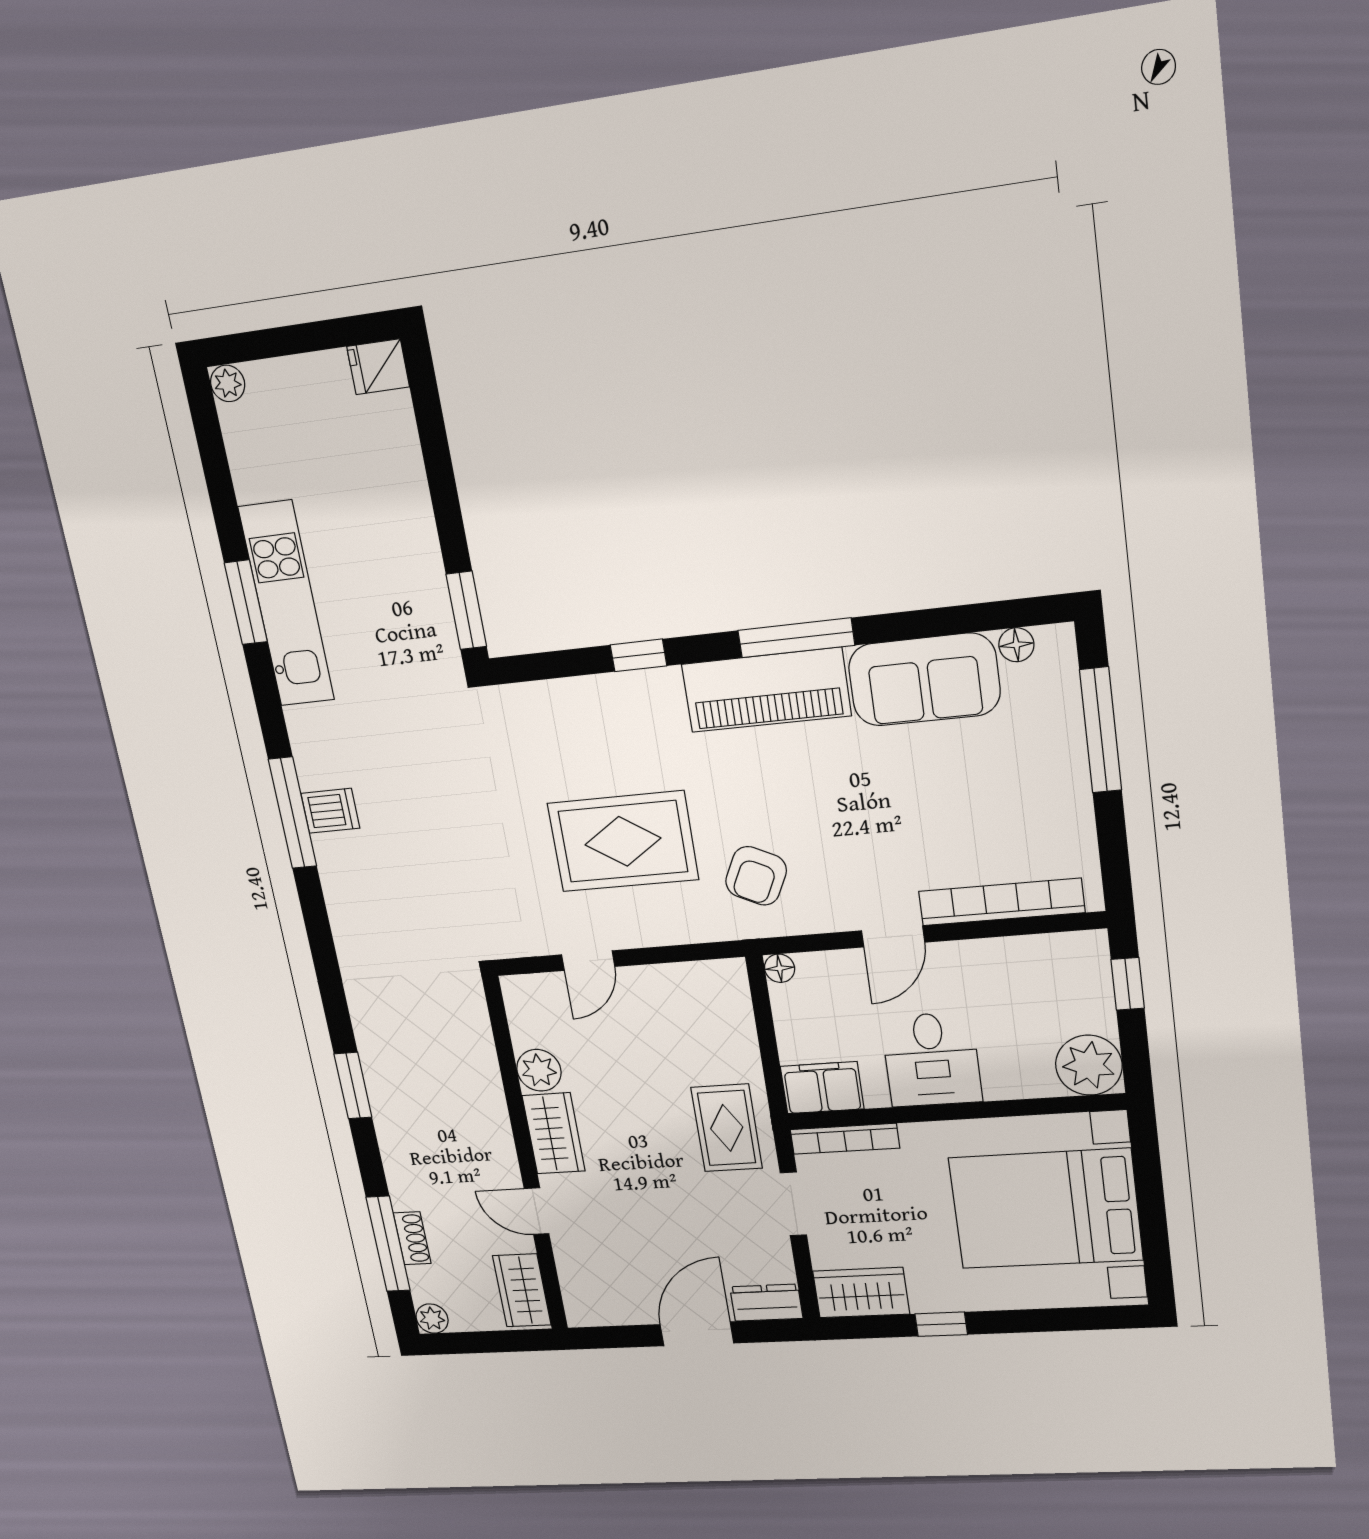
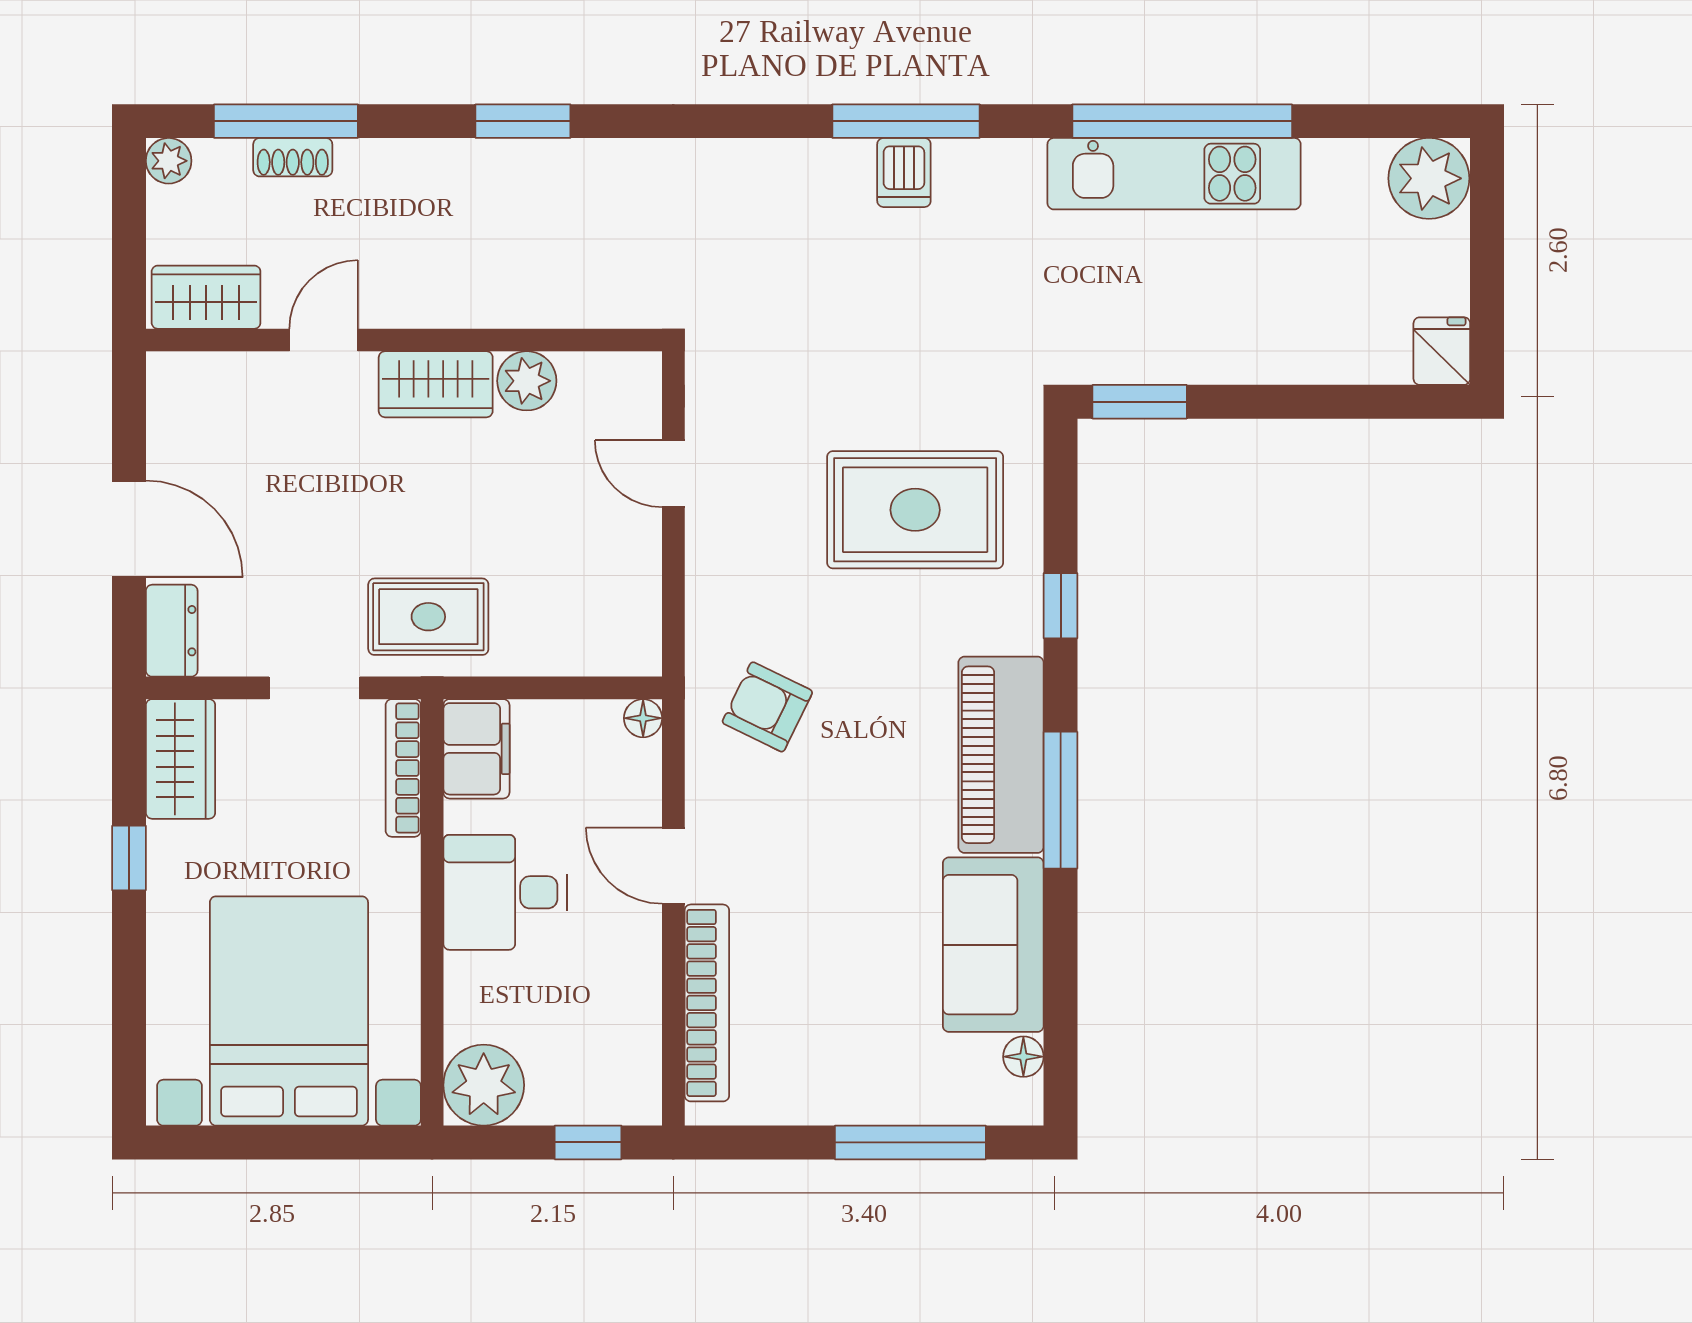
plant: (228, 383) -> (1429, 178), width x1.88, depth x1.88
window: (246, 602) -> (1182, 121), width x2.11
rug: (623, 841) -> (915, 510), moved, turned 90

